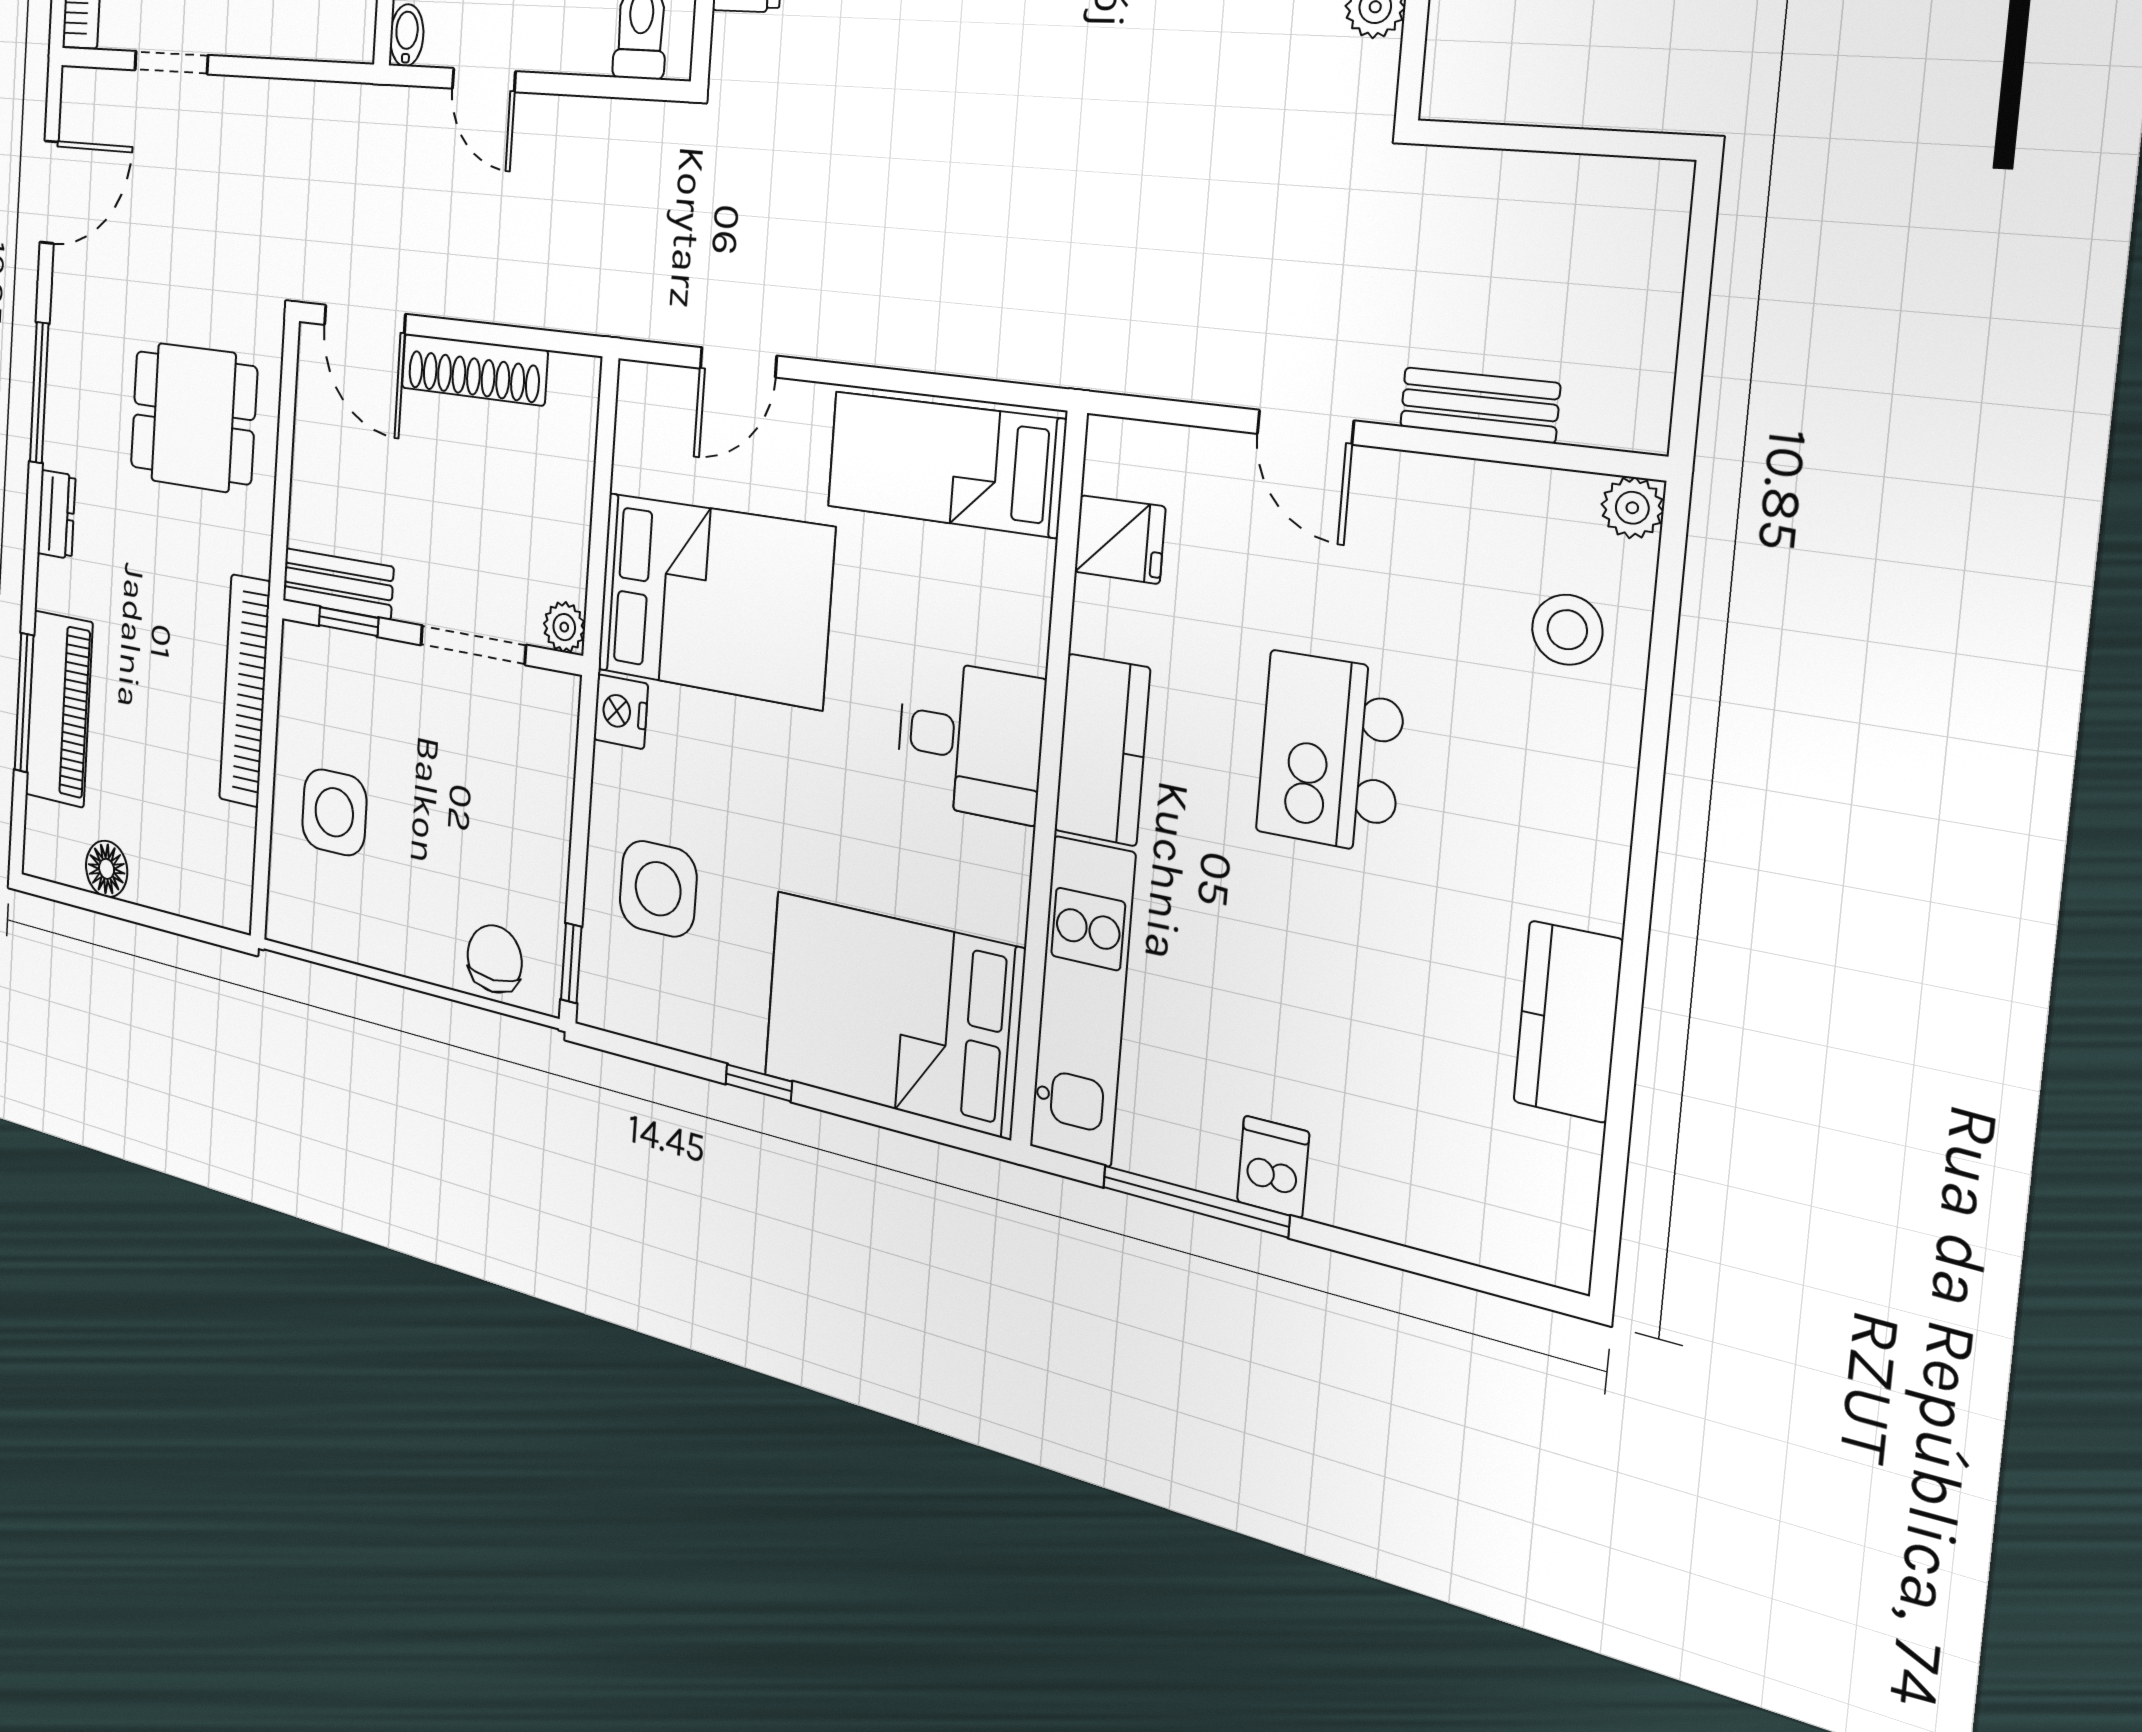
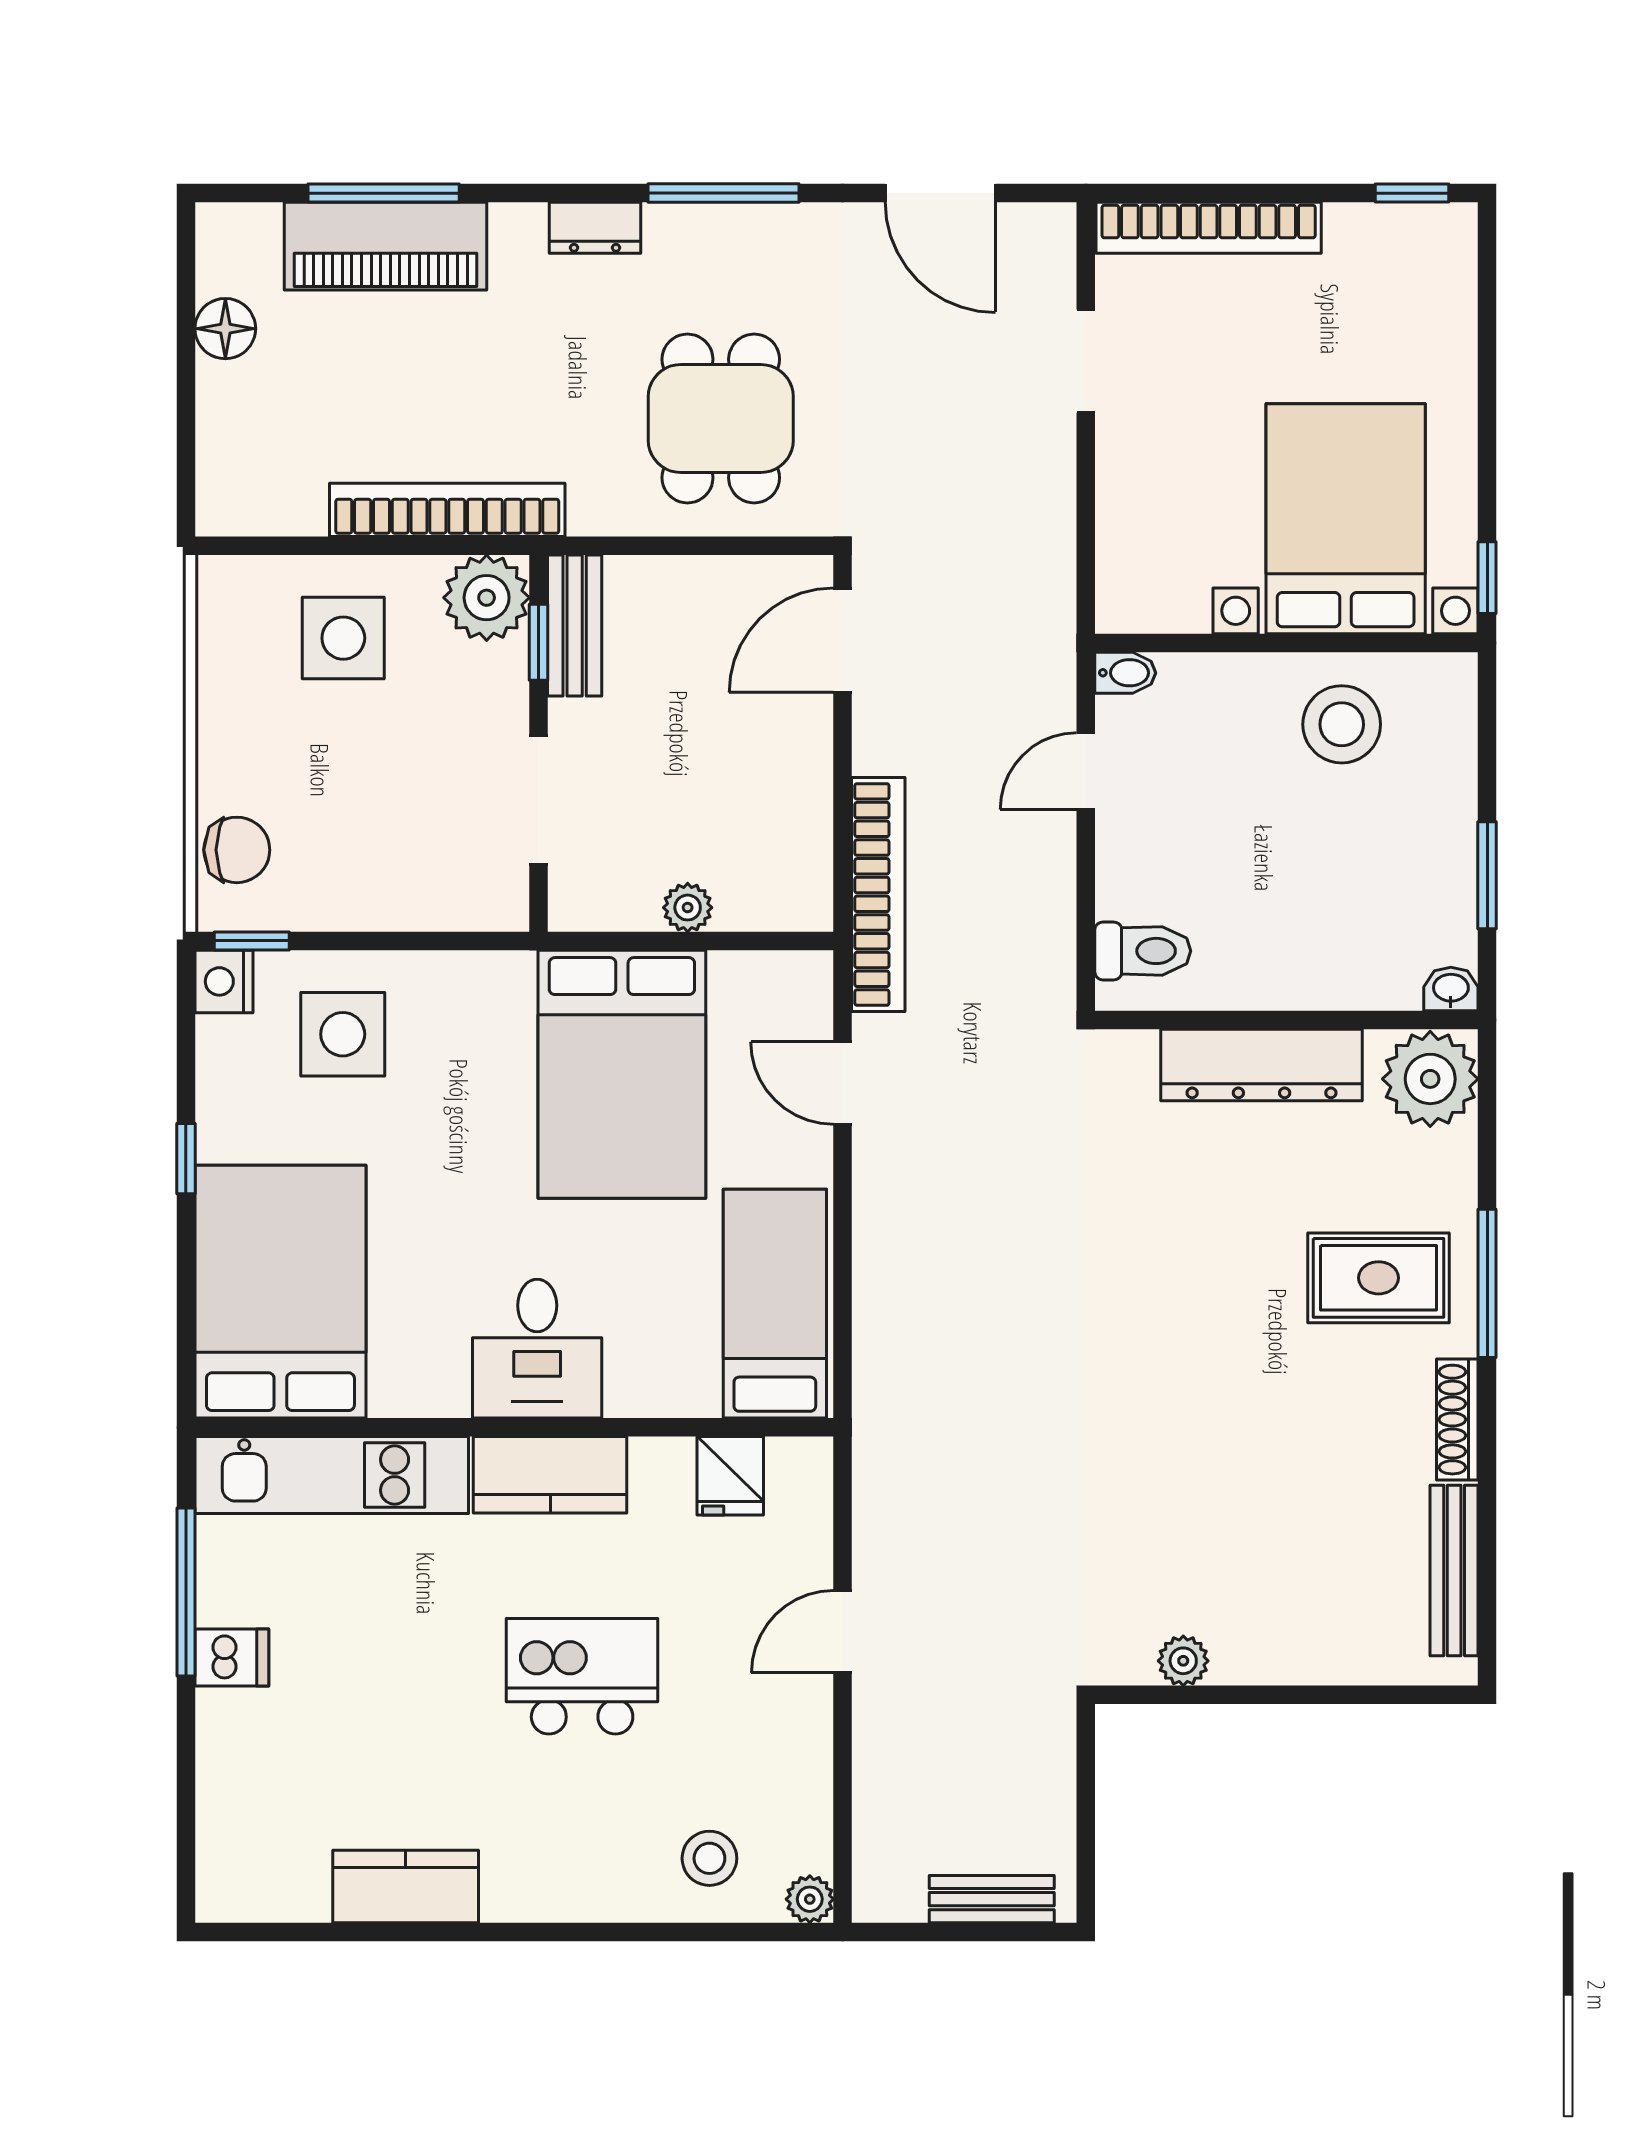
bookcase: (574, 306) -> (878, 894), added
shoe rack: (474, 369) -> (806, 781), removed
bench: (1479, 405) -> (992, 1899), moved, turned 90
plant: (564, 627) -> (688, 908), moved
plant: (312, 666) -> (487, 598), added
nightstand: (621, 712) -> (224, 981), moved, turned -90

